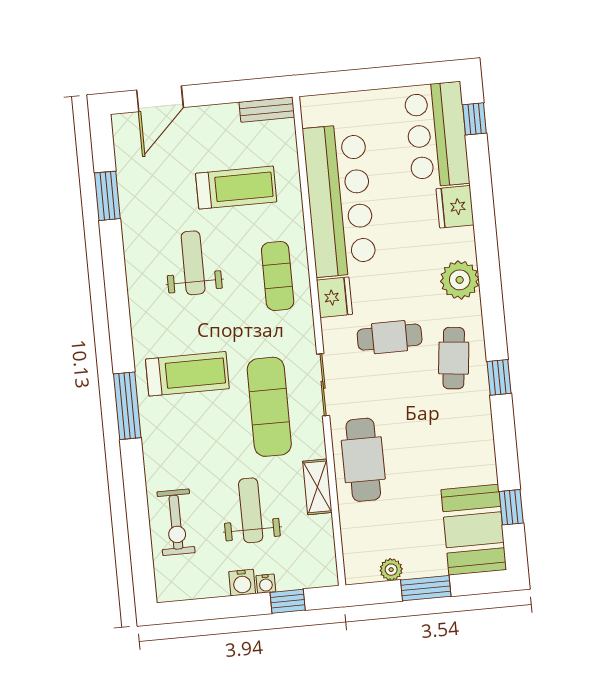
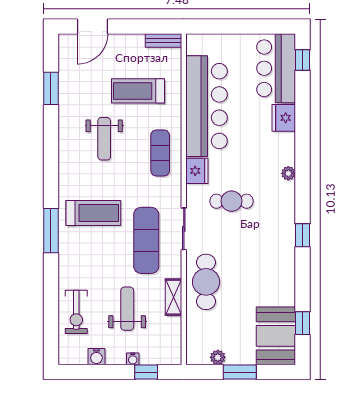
treadmill: (236, 188) -> (138, 91), turned 180
weight bench: (193, 263) -> (104, 139), turned 180
plant: (460, 280) -> (288, 173), width x0.53, depth x0.53
cafe table: (454, 358) -> (273, 219), removed
water cooler: (242, 583) -> (96, 357), moved

